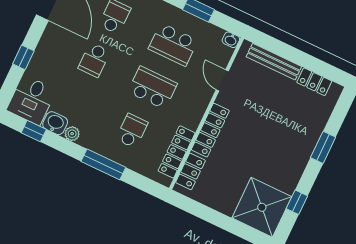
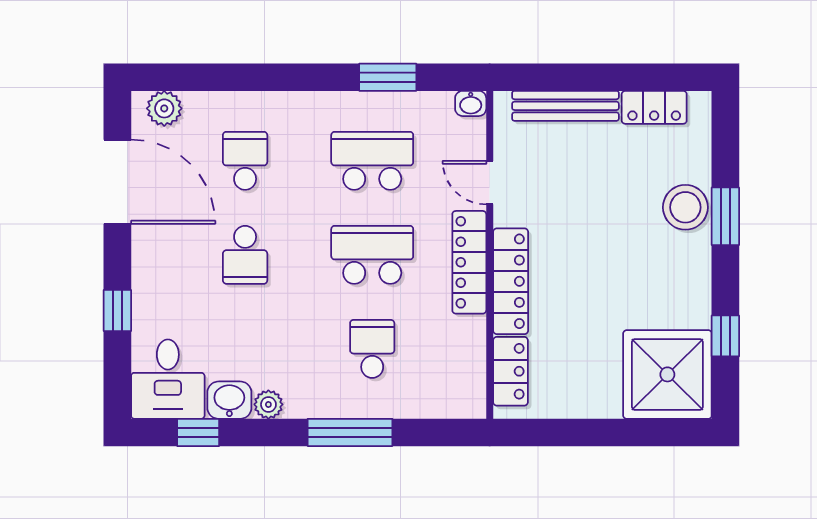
school desk: (173, 45) -> (372, 161), turned 180
stool: (307, 134) -> (685, 207), added
locker: (177, 152) -> (469, 262), moved

